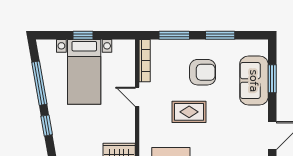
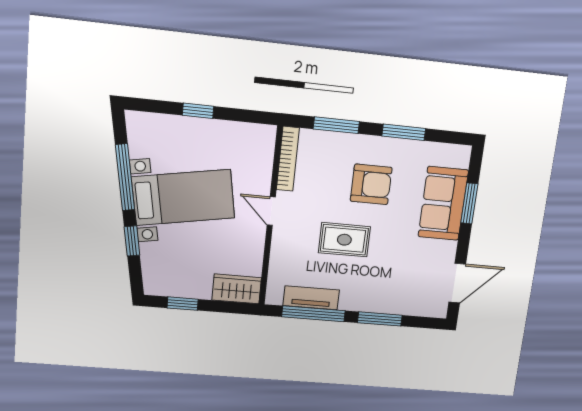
bed with nightstands: (84, 72) -> (183, 197), moved, turned -100

